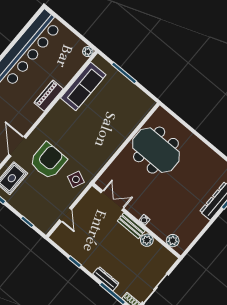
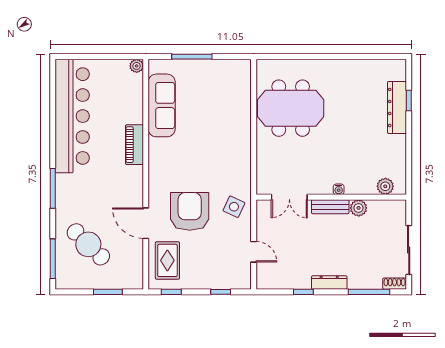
double door: (112, 201) -> (289, 197), swing flipped
dresser: (106, 279) -> (329, 283), moved

